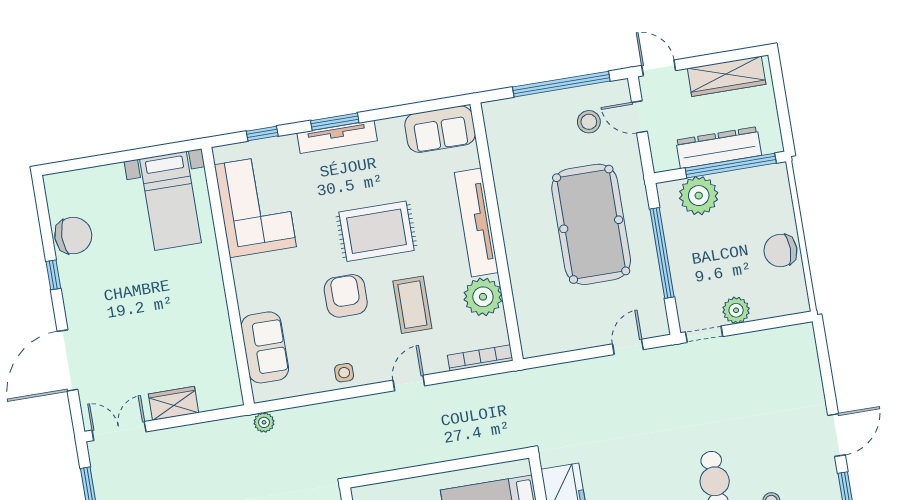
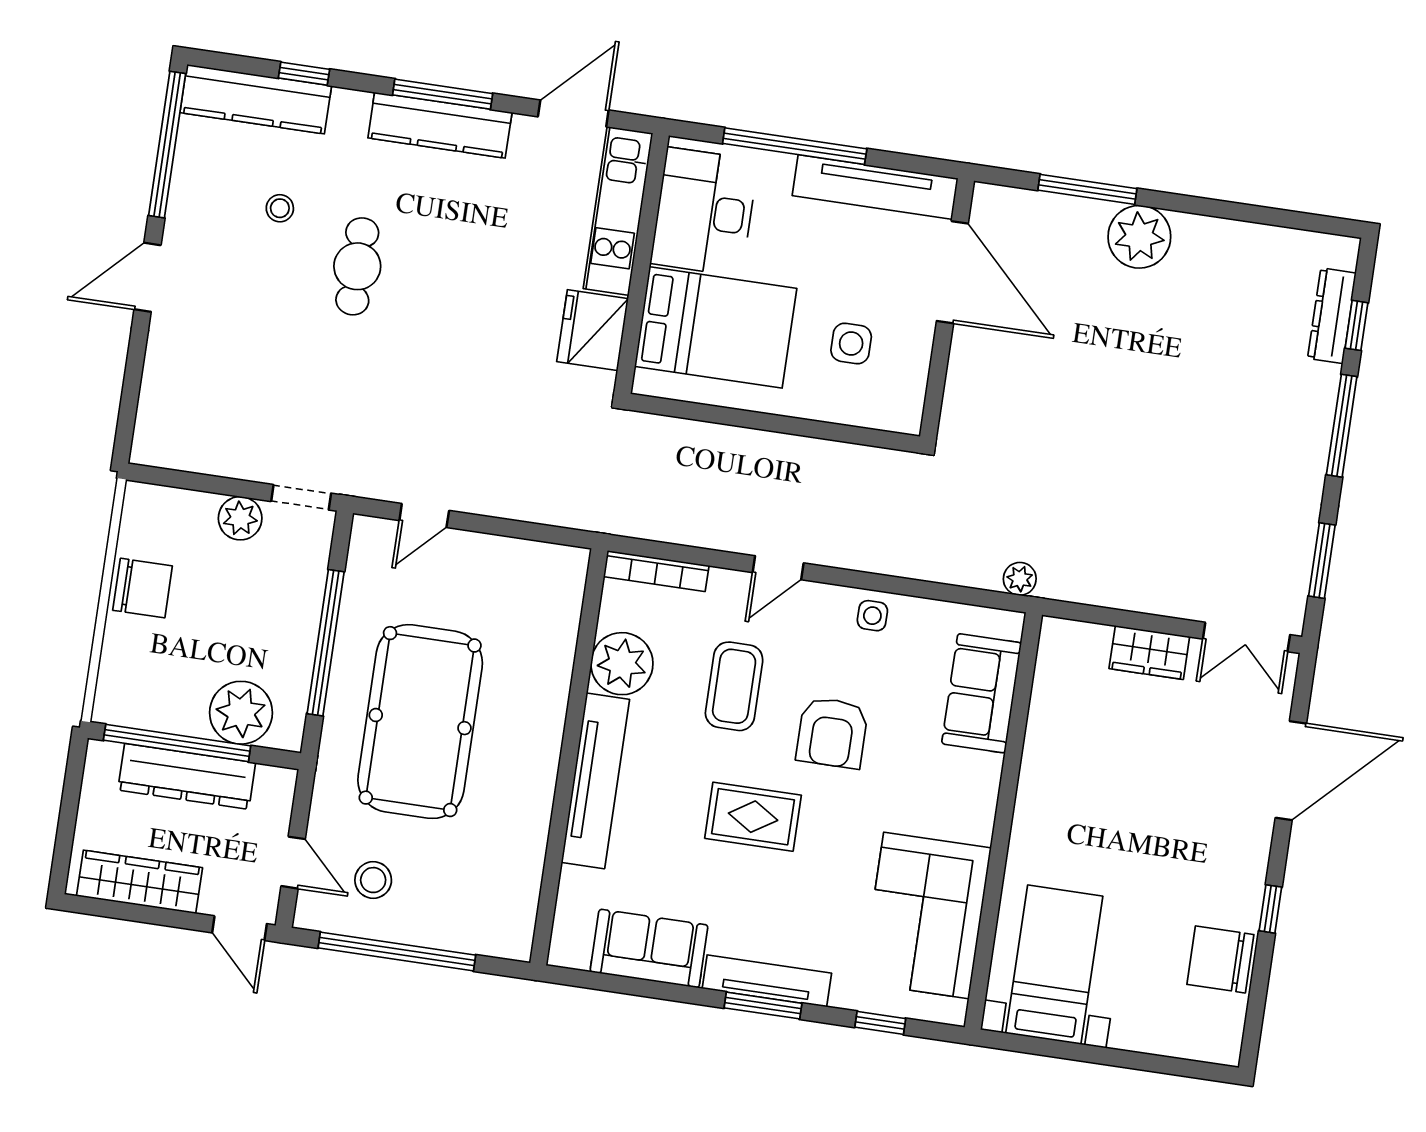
sofa: (440, 129) -> (649, 949), moved
rug: (376, 231) -> (753, 817), width x0.73, depth x0.70

